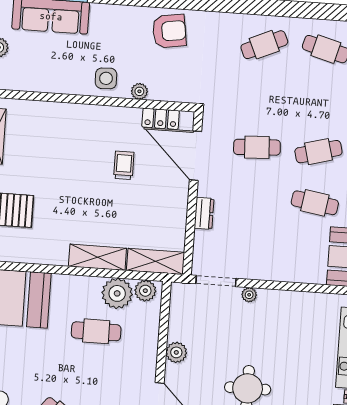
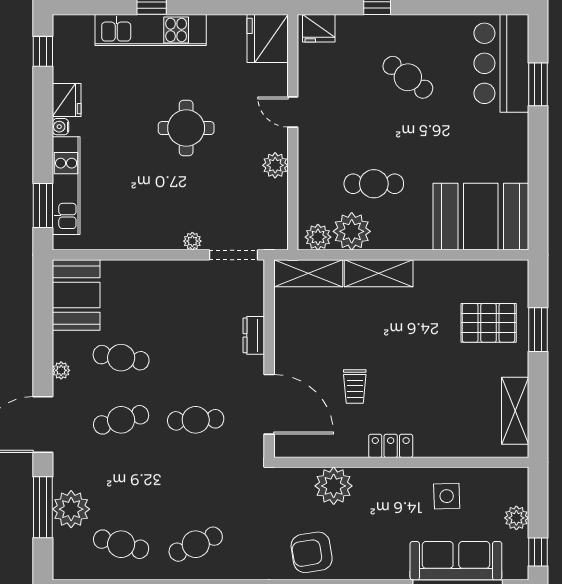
side table: (106, 78) -> (447, 496), moved
plant: (139, 91) -> (334, 486), width x1.88, depth x1.88
locker: (161, 119) -> (391, 446), moved

